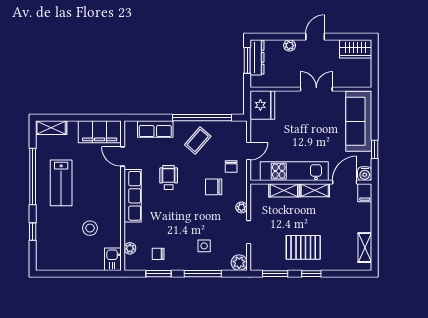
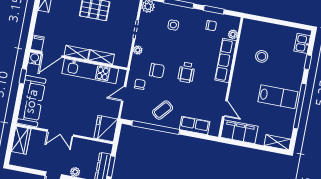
wardrobe: (356, 49) -> (21, 140), moved, turned 90
wheelchair: (169, 177) -> (186, 72), moved
lab bench: (61, 183) -> (278, 97), turned 90
row of seats: (133, 196) -> (226, 60), moved
kitchen sink: (113, 259) -> (302, 43), moved, turned 180

